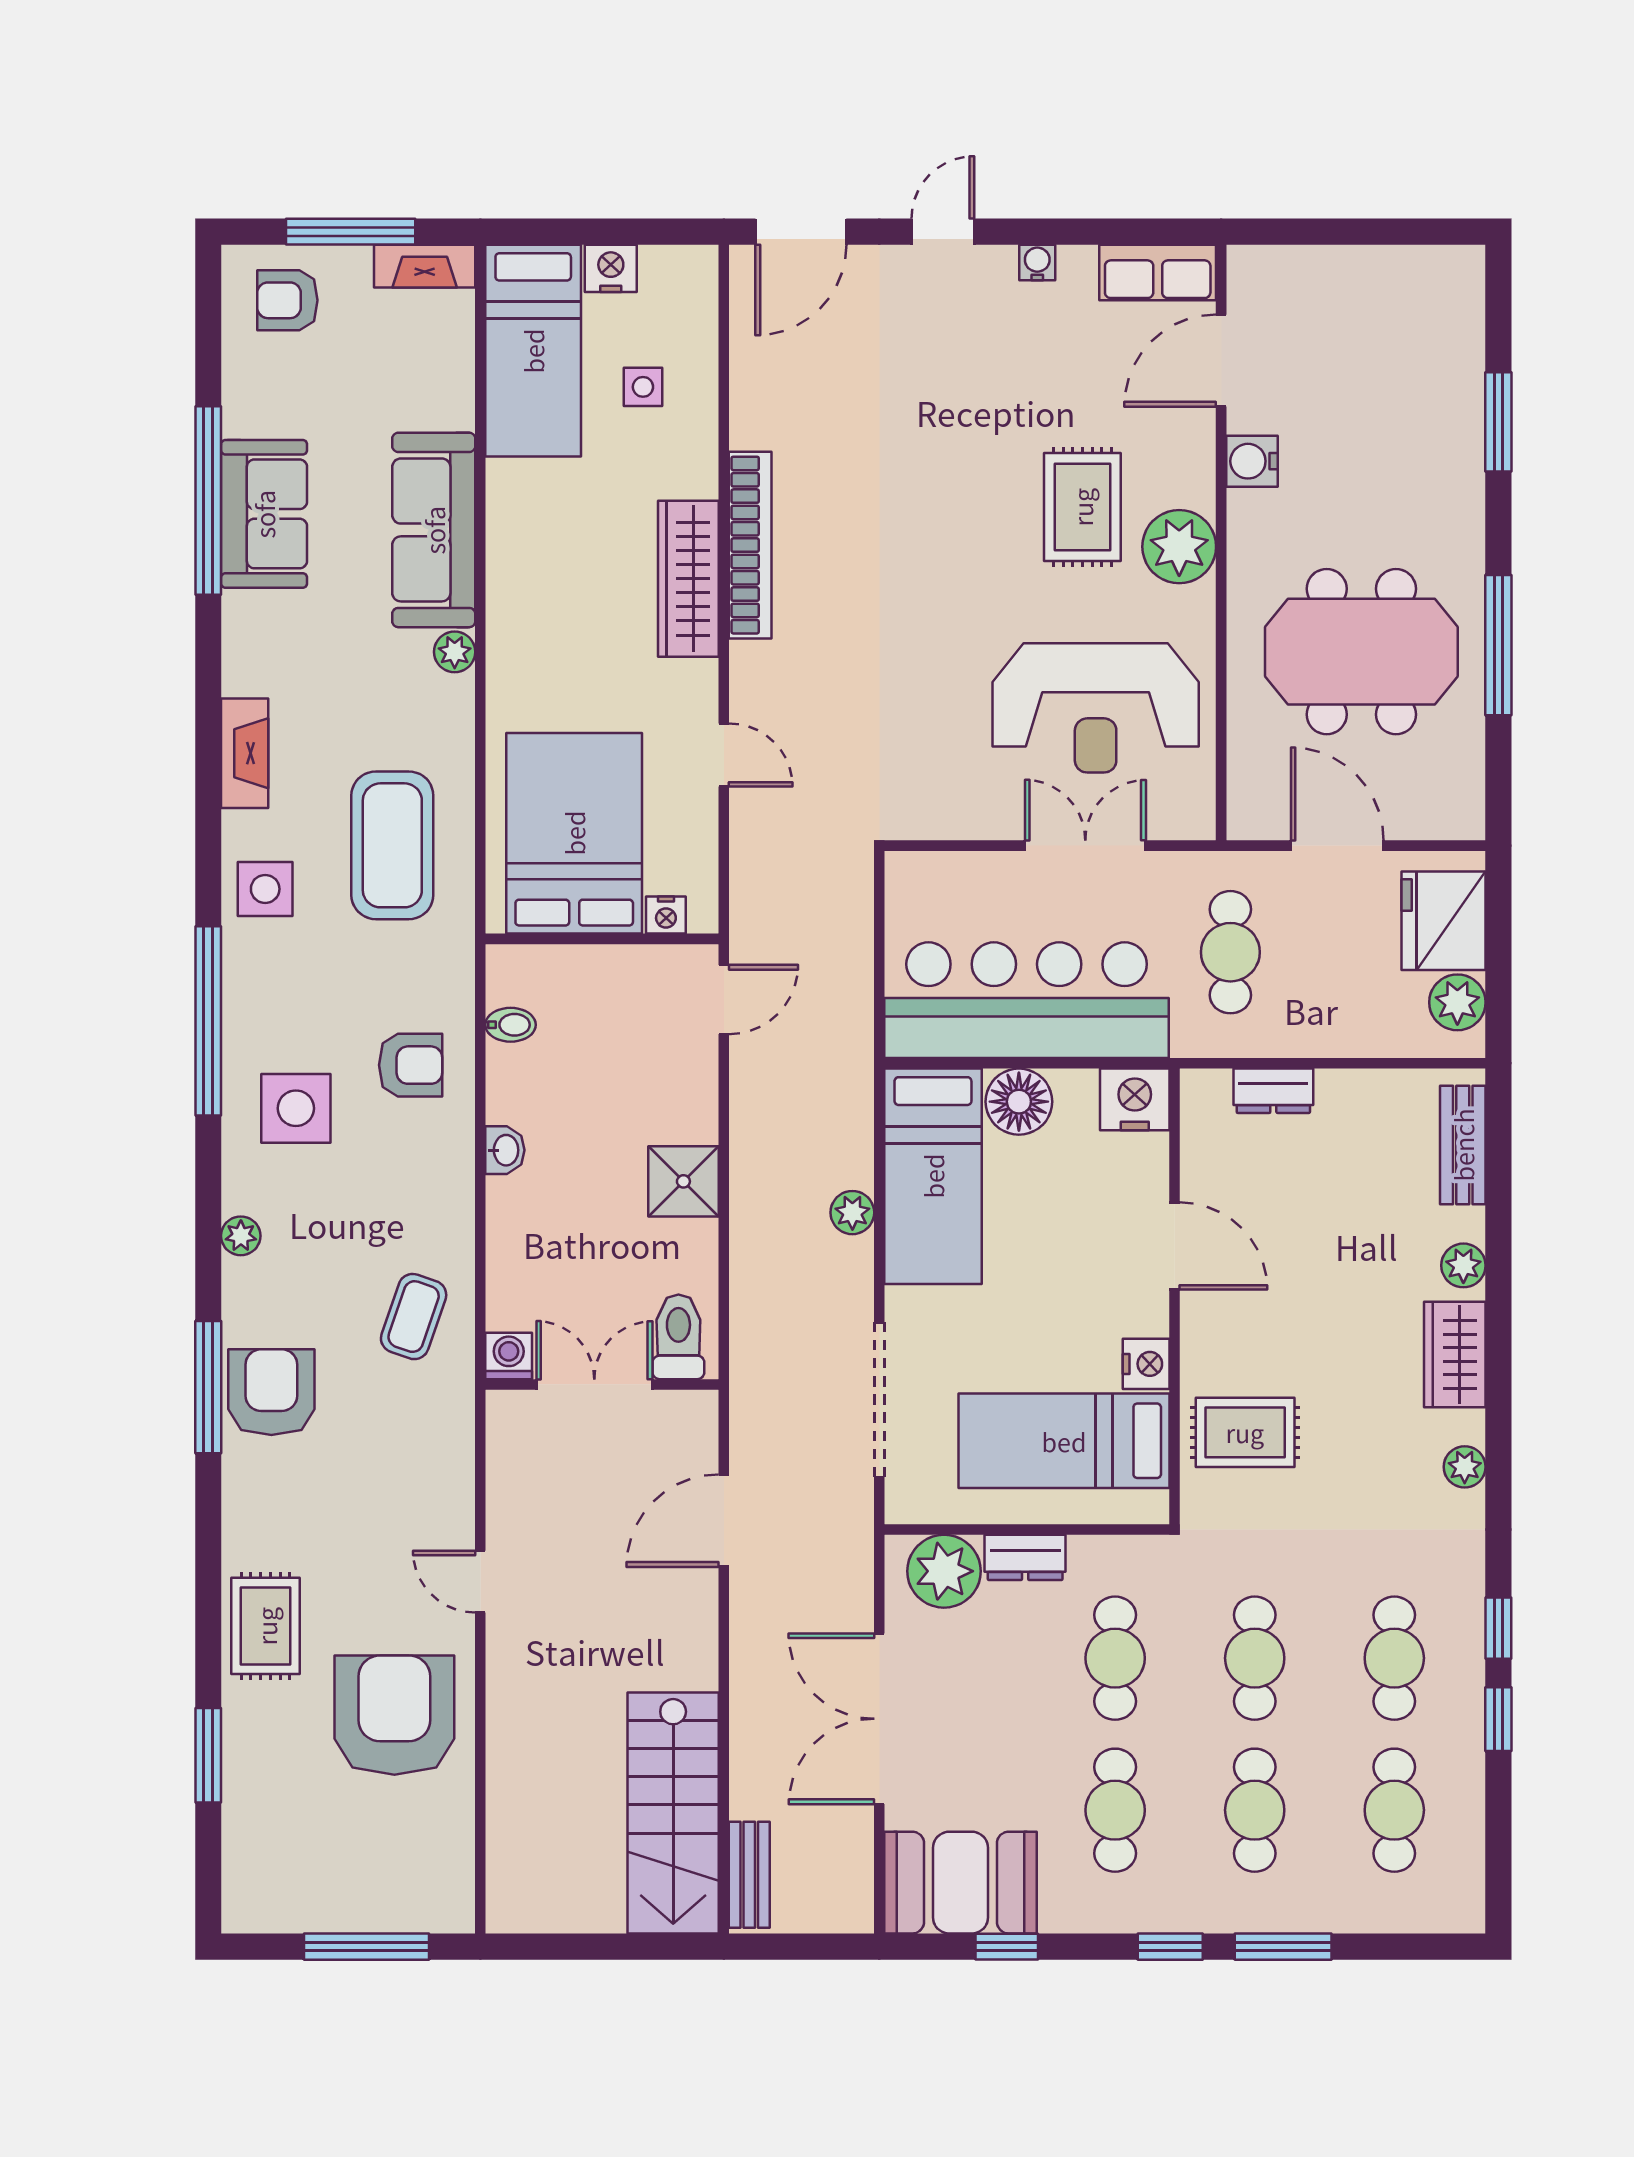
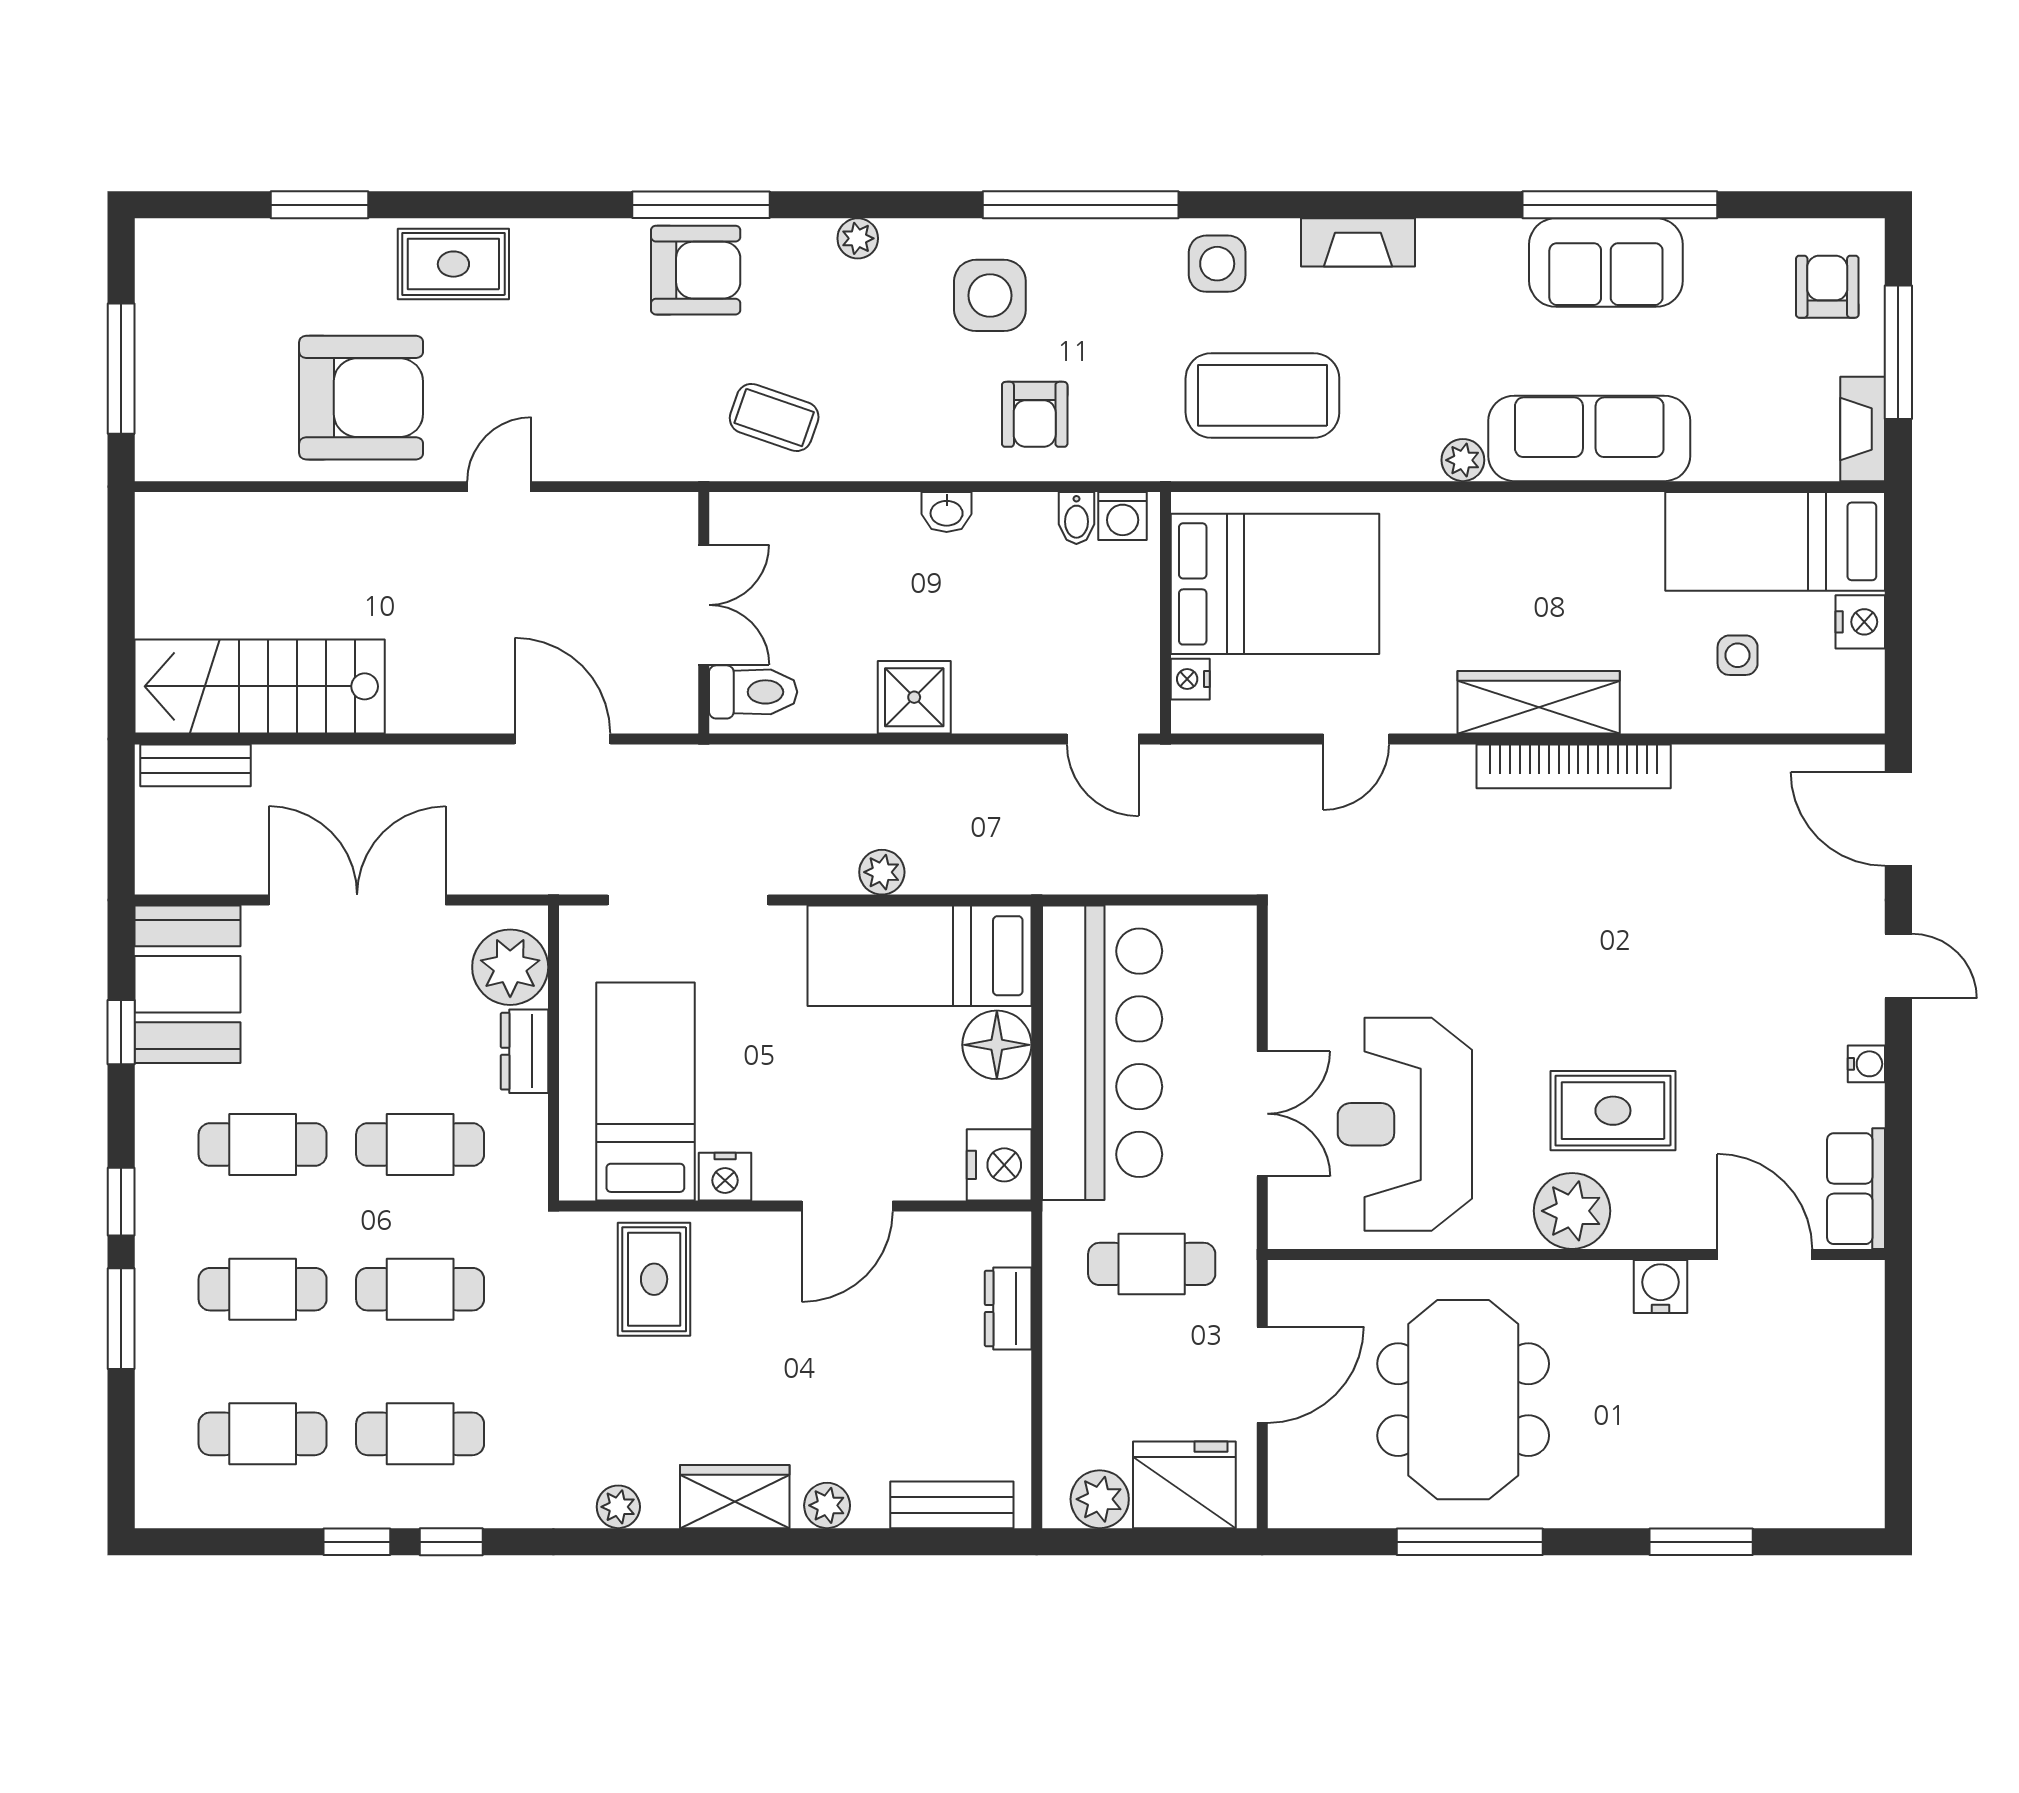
washing machine: (509, 1356) -> (1123, 516), moved, turned 90

